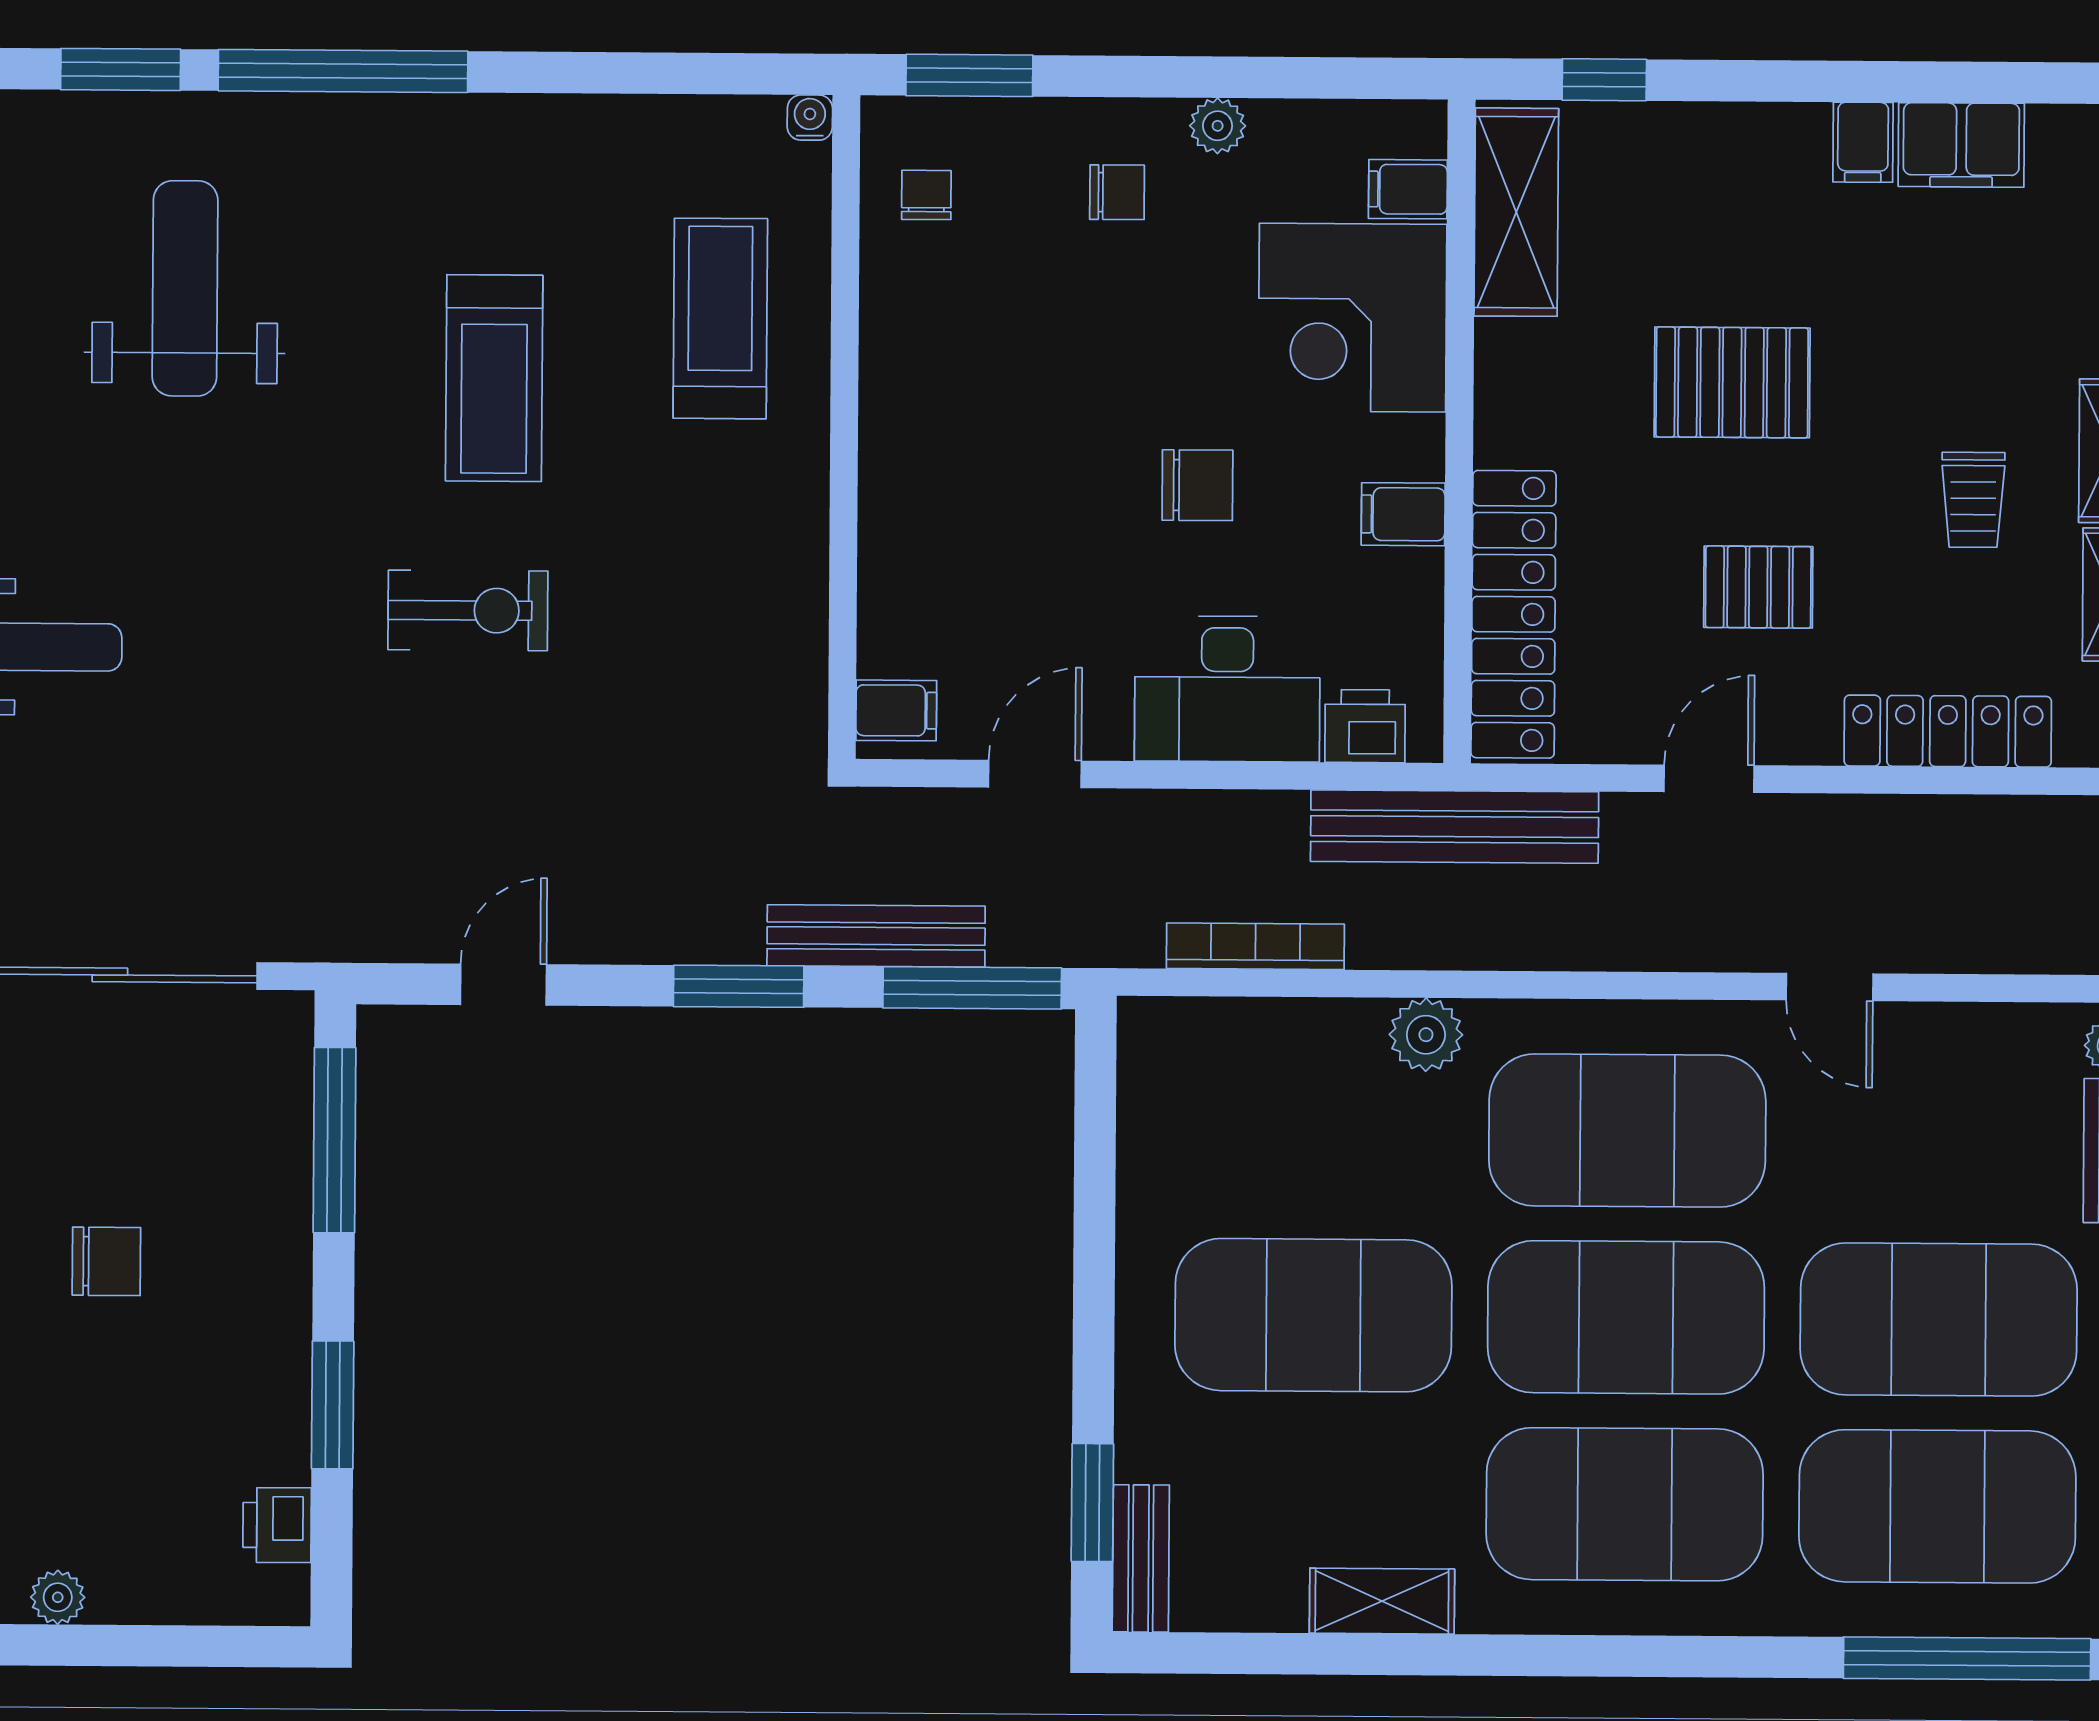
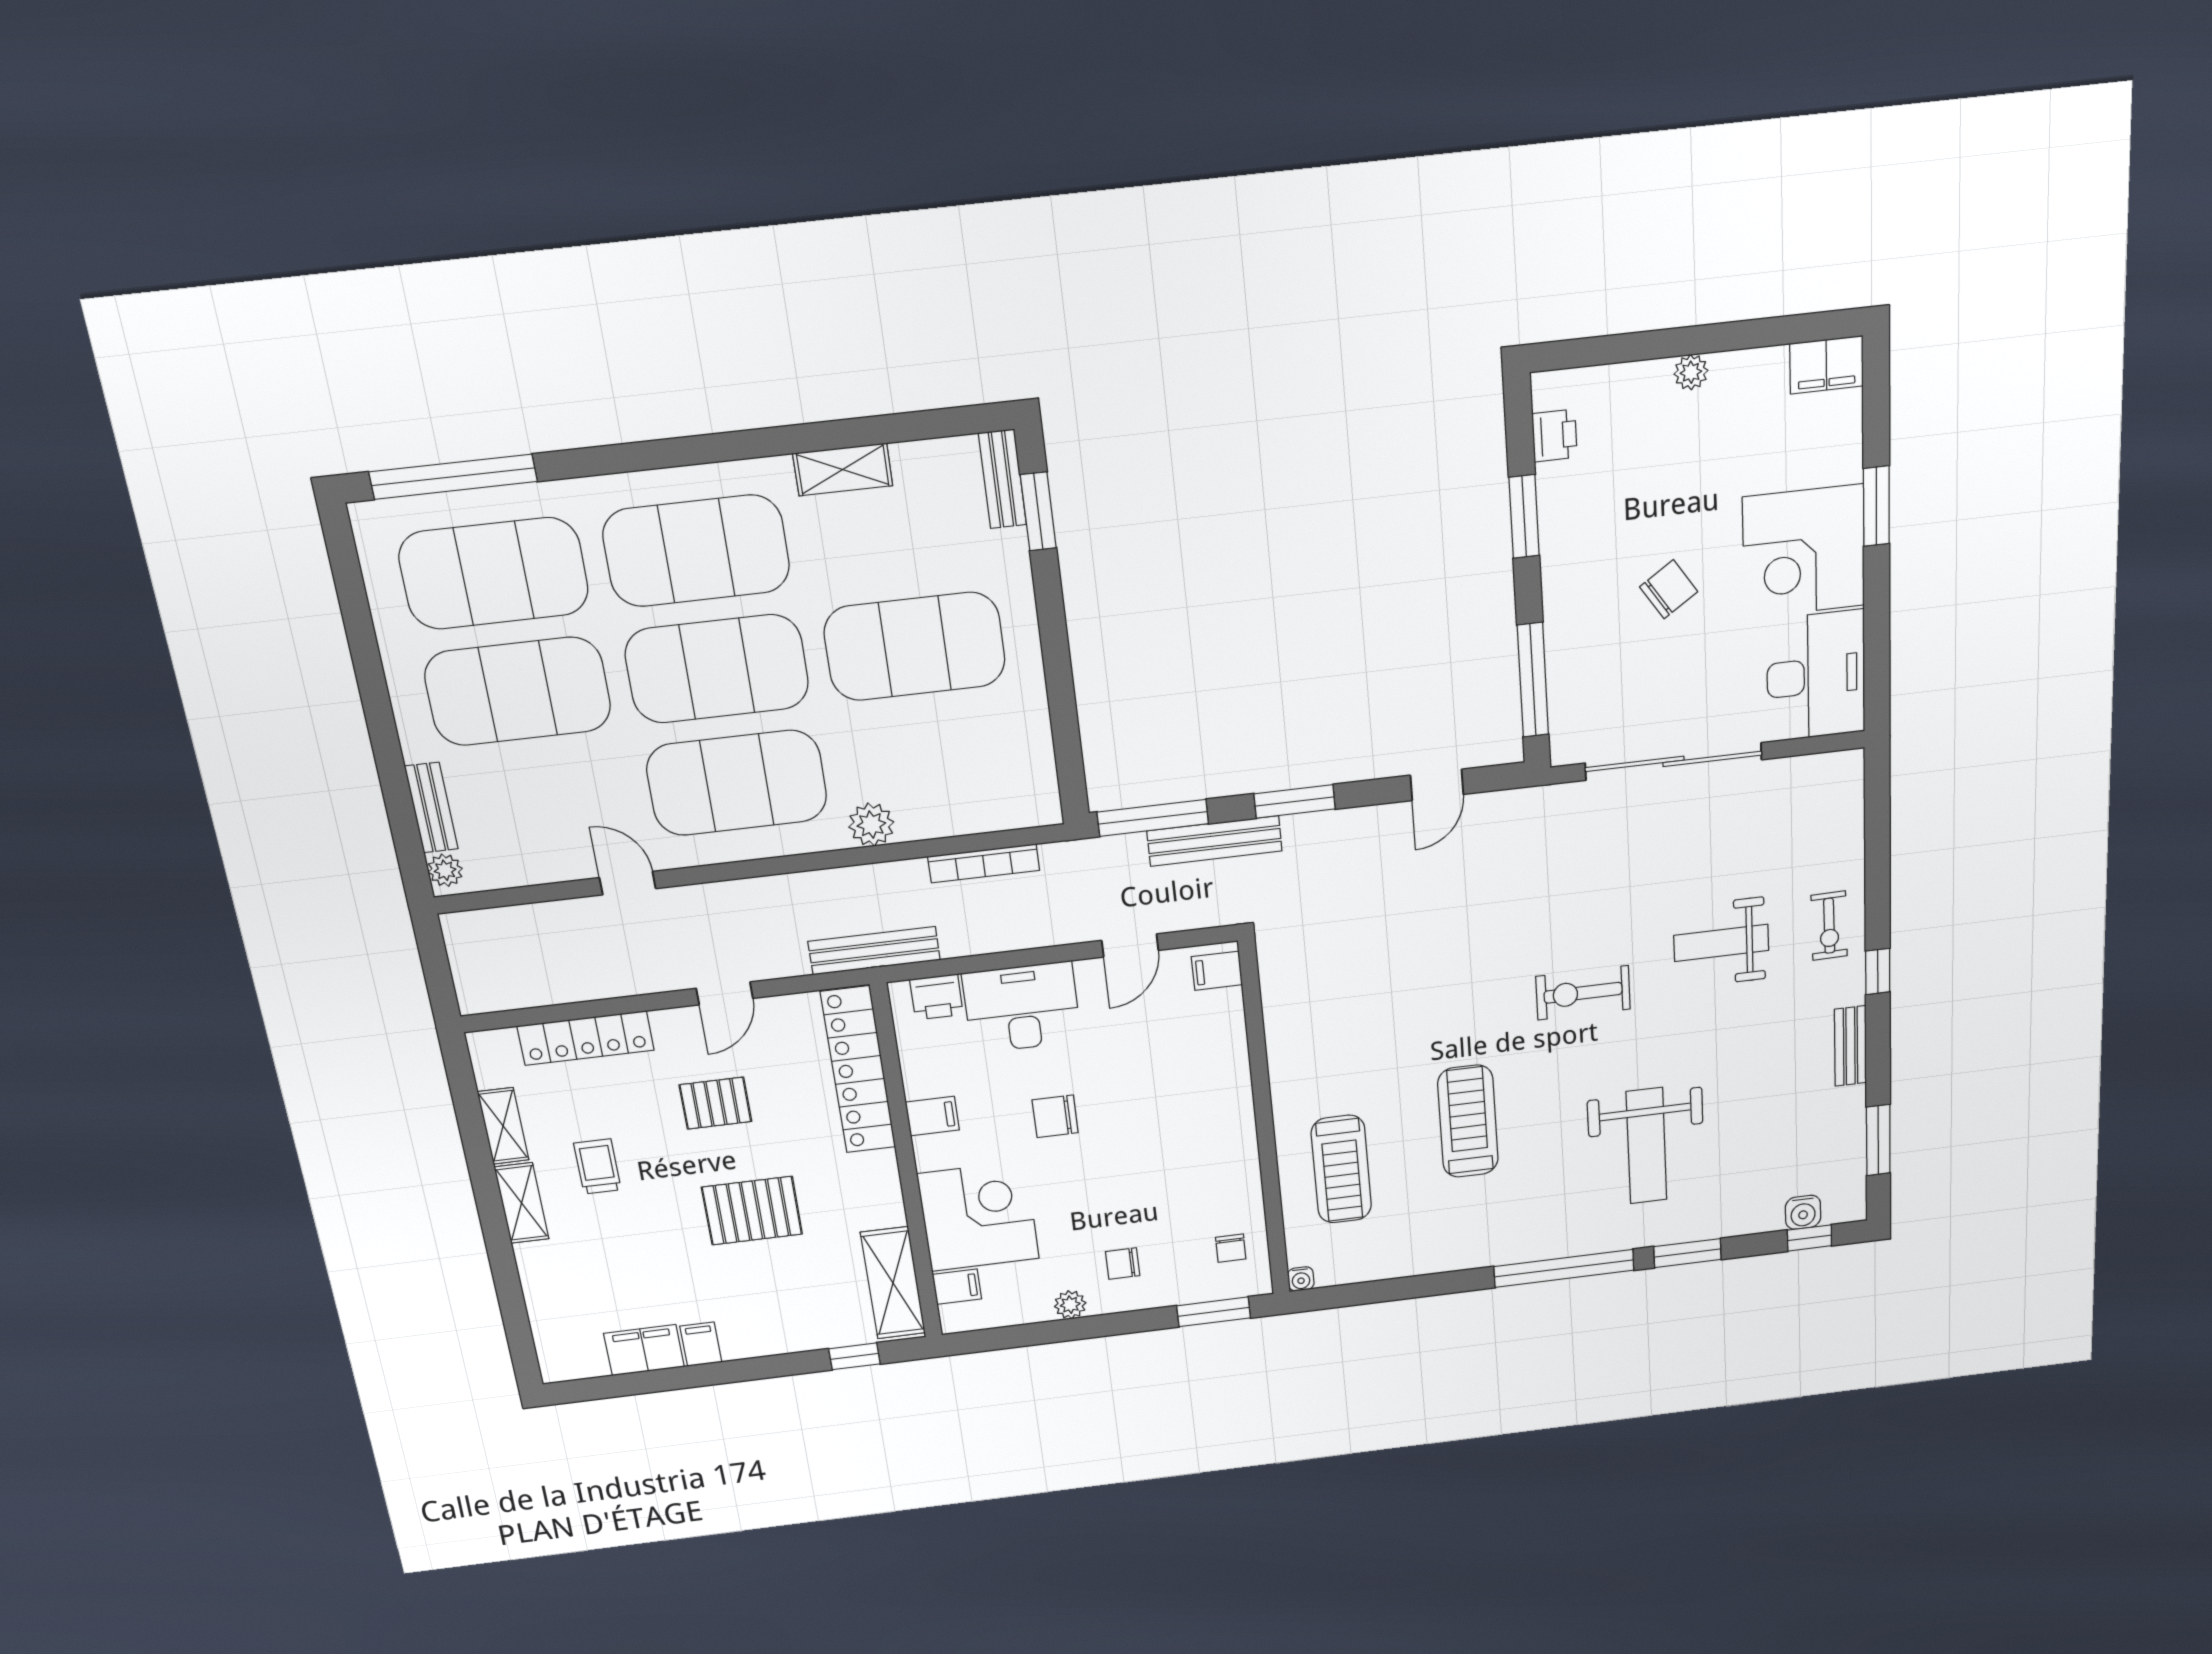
exercise bike: (468, 610) -> (1583, 993), moved
bench: (1455, 827) -> (874, 951), width x0.73, depth x0.82
chair: (106, 1261) -> (1669, 589), turned 146

